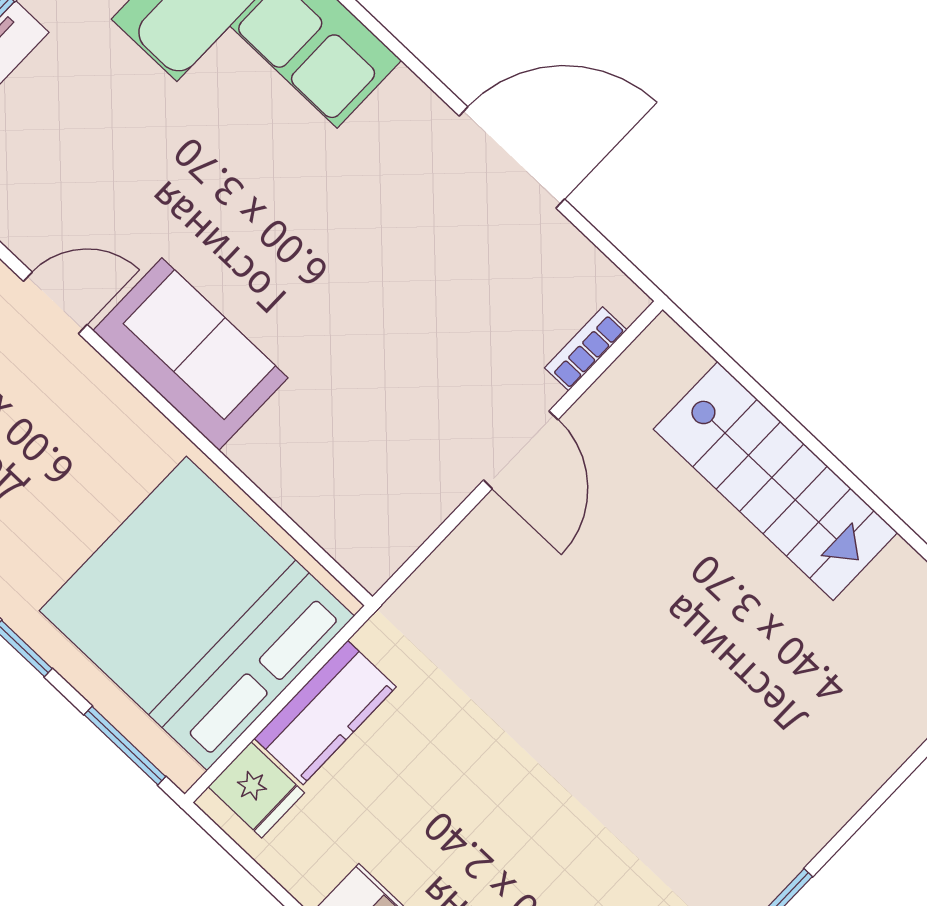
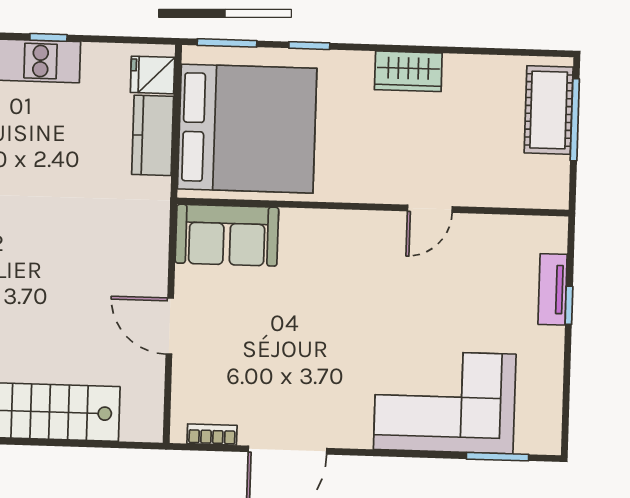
bookcase: (586, 349) -> (212, 434), moved, turned -90
sofa: (190, 354) -> (227, 235), moved

